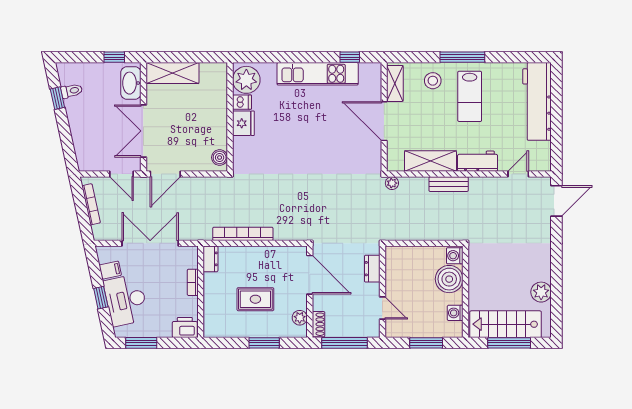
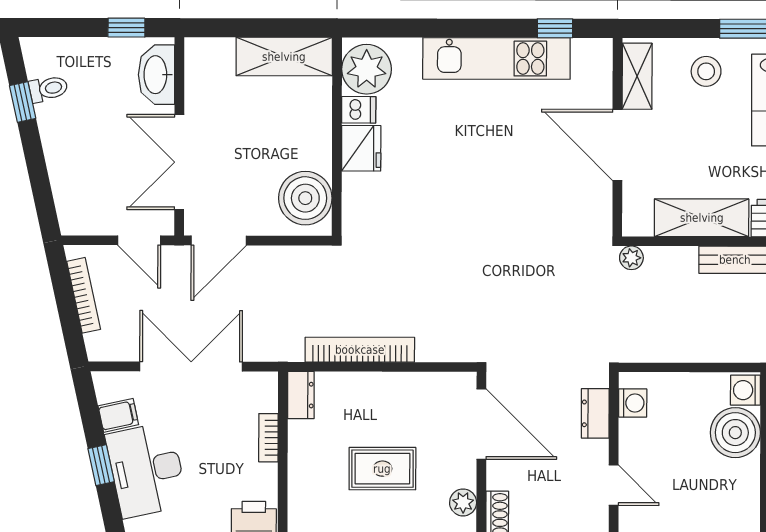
shelving: (173, 73) -> (284, 57), moved
boiler: (220, 157) -> (305, 198), width x1.86, depth x1.86
washing machine: (455, 313) -> (633, 403), moved, turned 180

